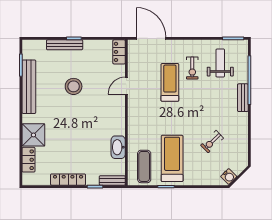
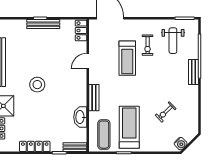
bench: (65, 45) -> (43, 24), moved
weight bench: (220, 63) -> (173, 41), turned 180
treadmill: (170, 82) -> (127, 58), turned 180
stool: (74, 86) -> (37, 85), moved
bench: (133, 126) -> (94, 98), added

